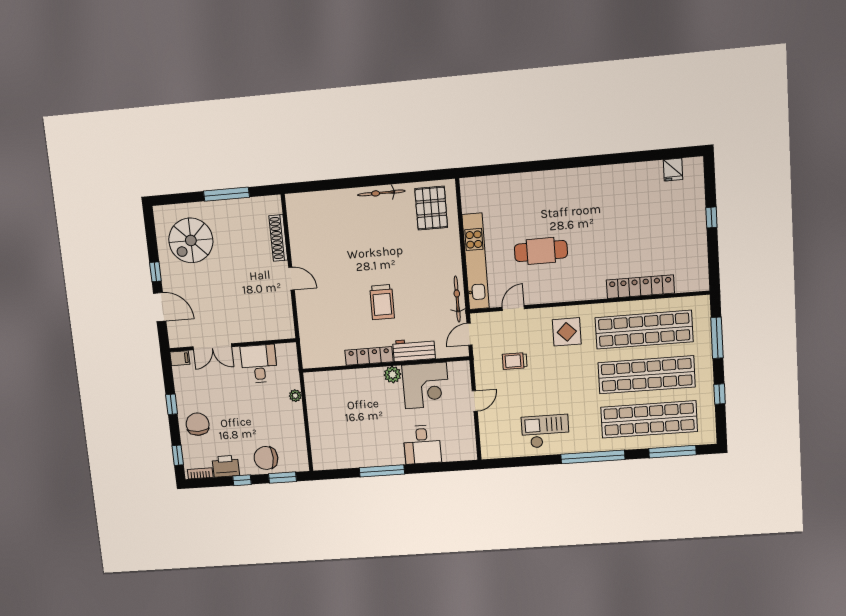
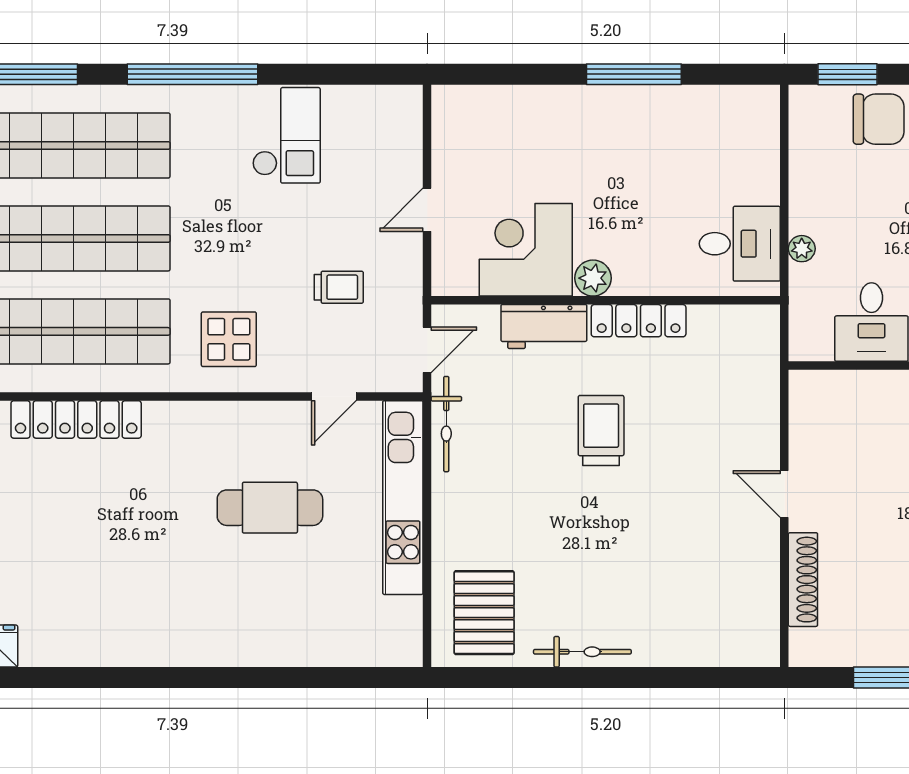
checkout: (545, 431) -> (286, 135), turned -90
desk: (422, 445) -> (740, 244), moved, turned 90

